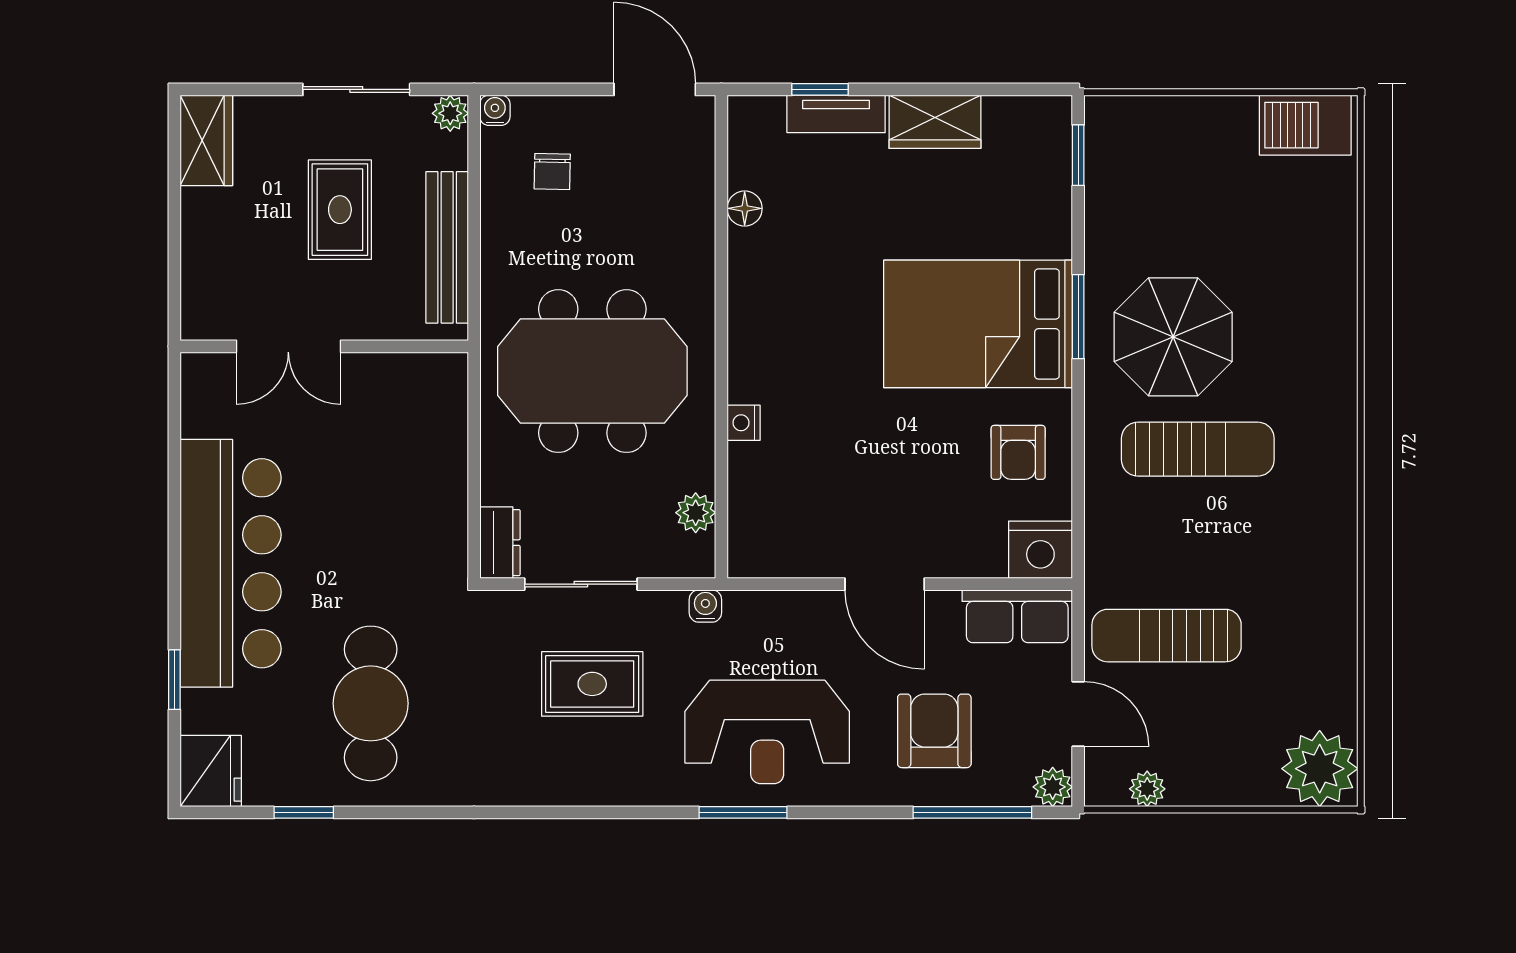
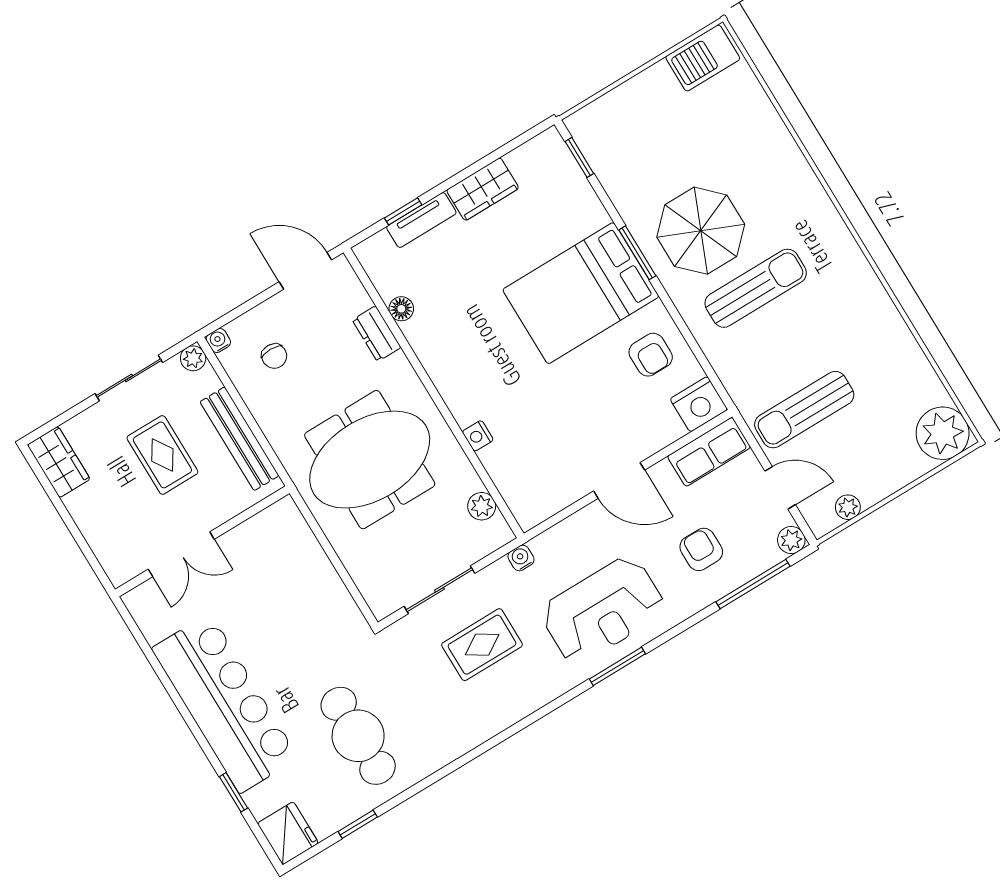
dresser: (500, 543) -> (377, 334), moved, turned 180
armchair: (934, 731) -> (701, 549), width x0.72, depth x0.72

